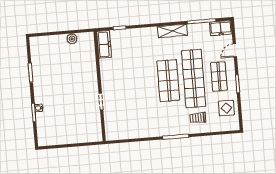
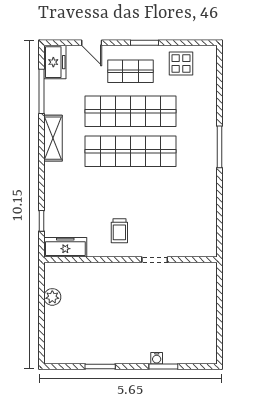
shop shelf: (168, 81) -> (130, 151), width x1.40
trolley: (198, 118) -> (119, 231), moved

